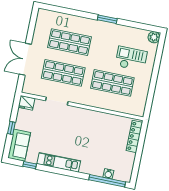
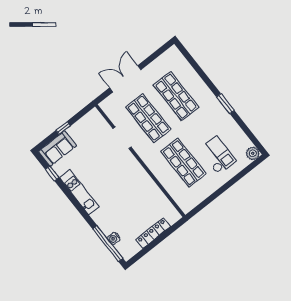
fridge: (27, 103) -> (95, 117), removed
locker: (134, 136) -> (153, 233), moved

